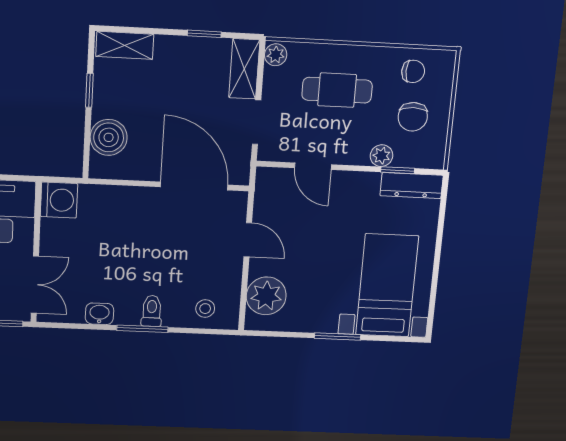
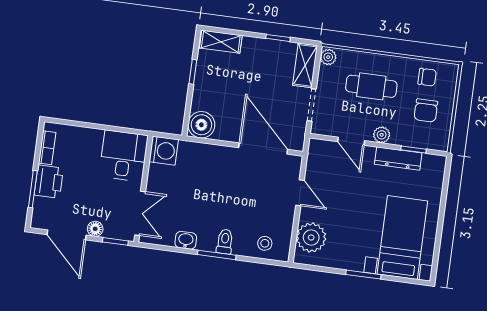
boiler: (109, 137) -> (201, 125), moved
plant: (381, 156) -> (382, 135), moved
dresser: (412, 186) -> (398, 159), moved

